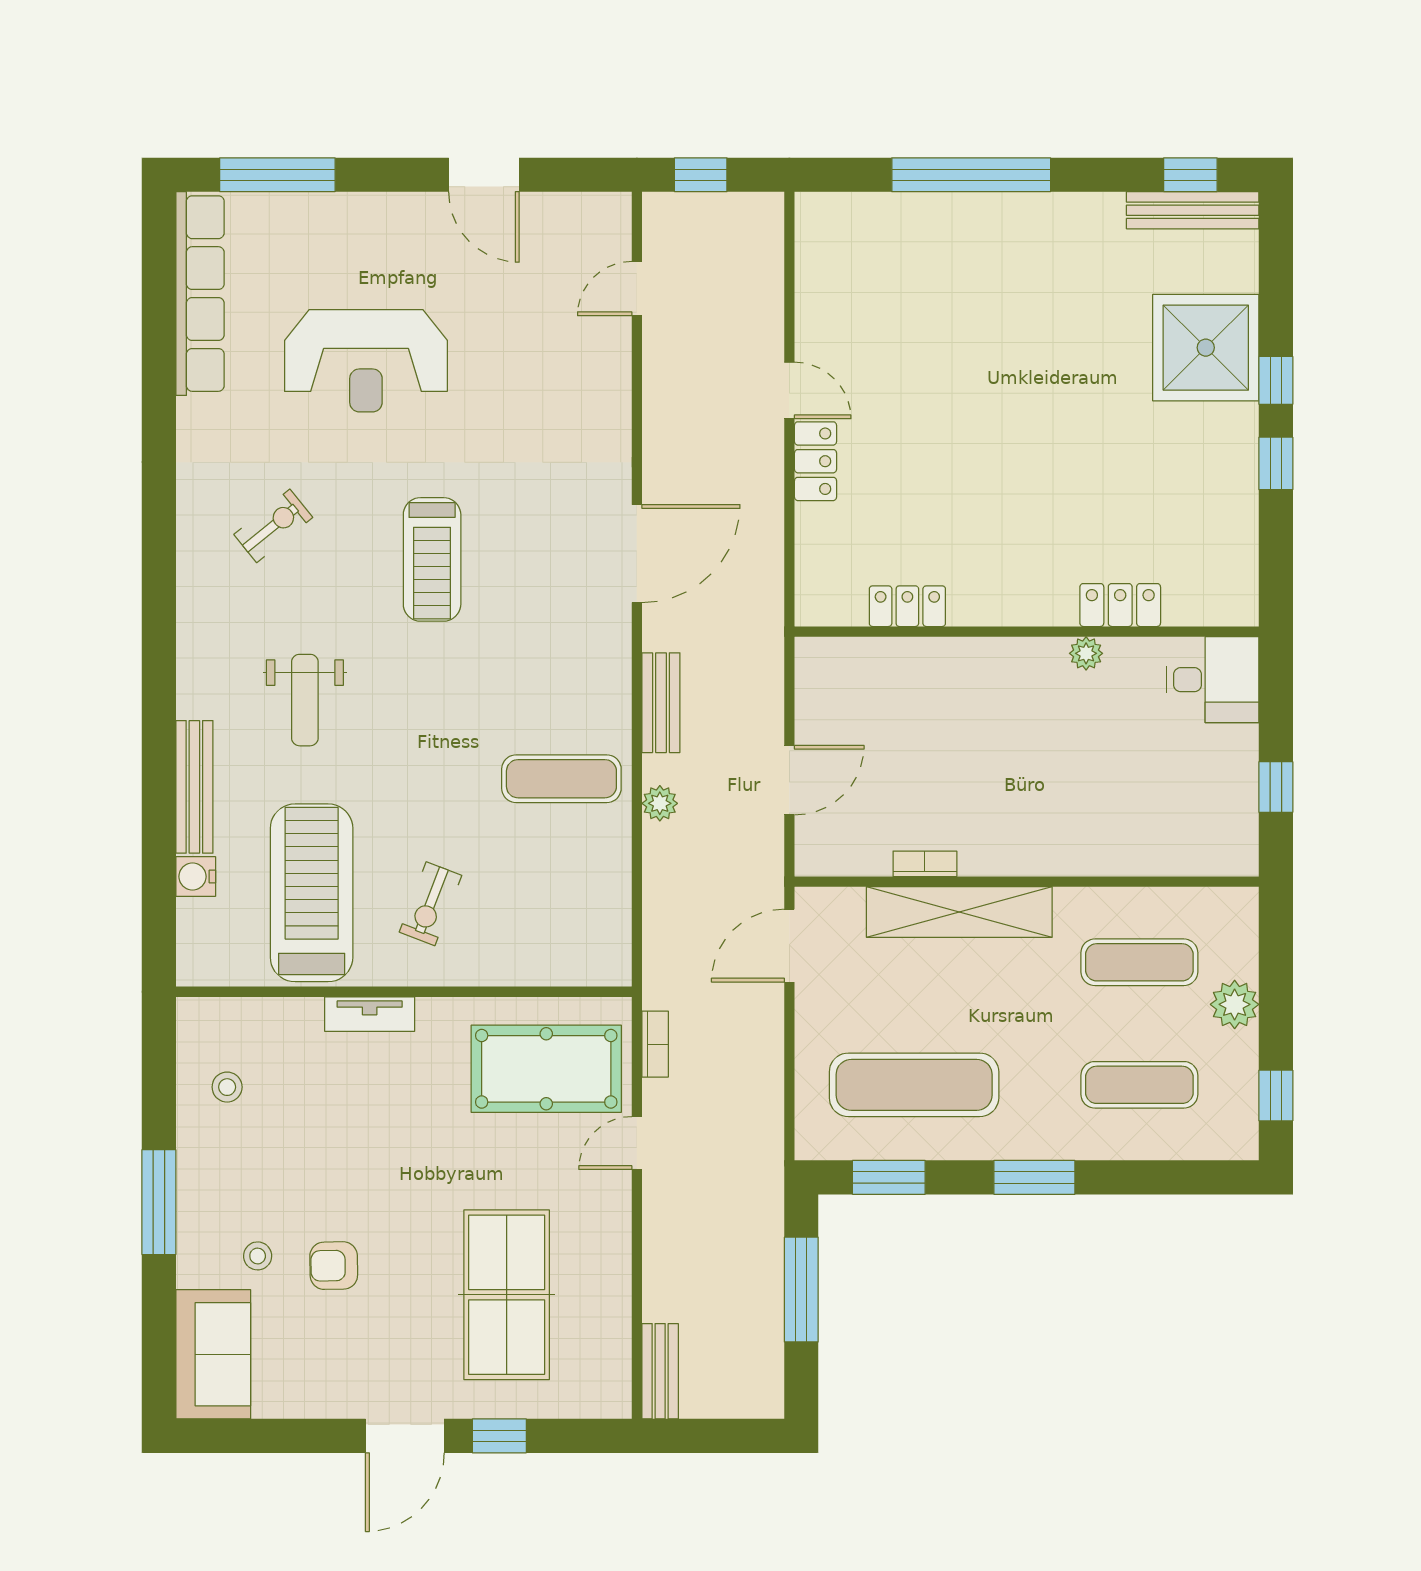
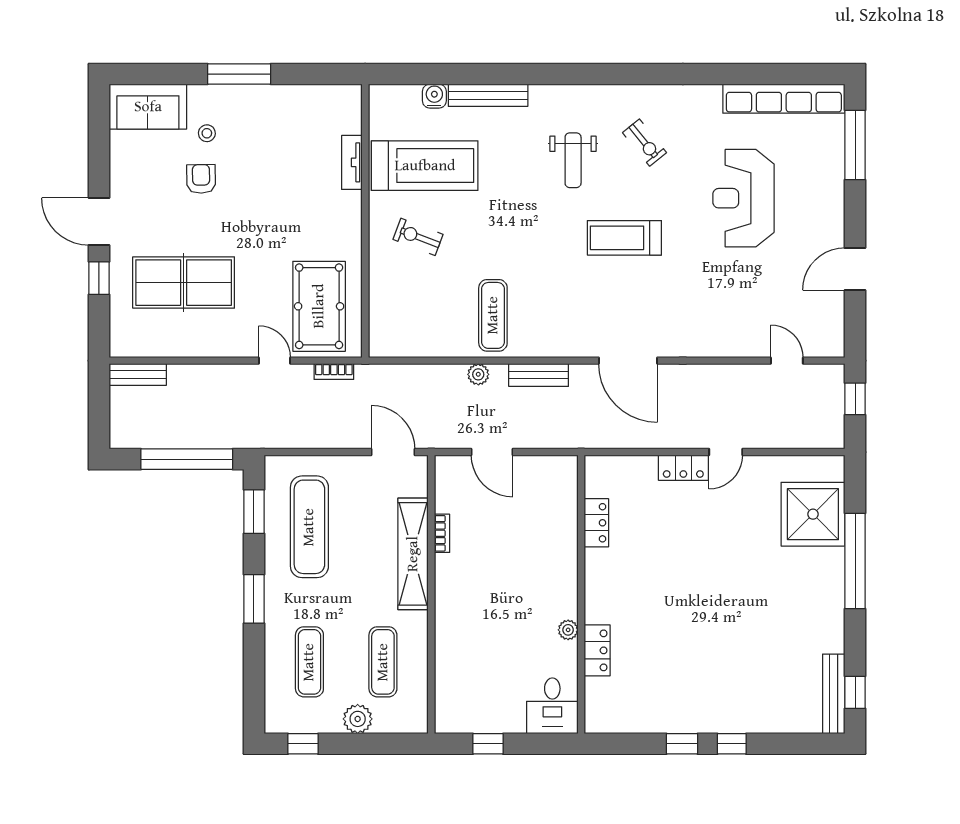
shower: (1206, 348) -> (813, 514), moved
weight bench: (305, 700) -> (573, 160), moved, turned -90
tv unit: (370, 1014) -> (352, 162), moved
stool: (227, 1087) -> (308, 115), removed
window: (801, 1290) -> (187, 459), width x1.46

